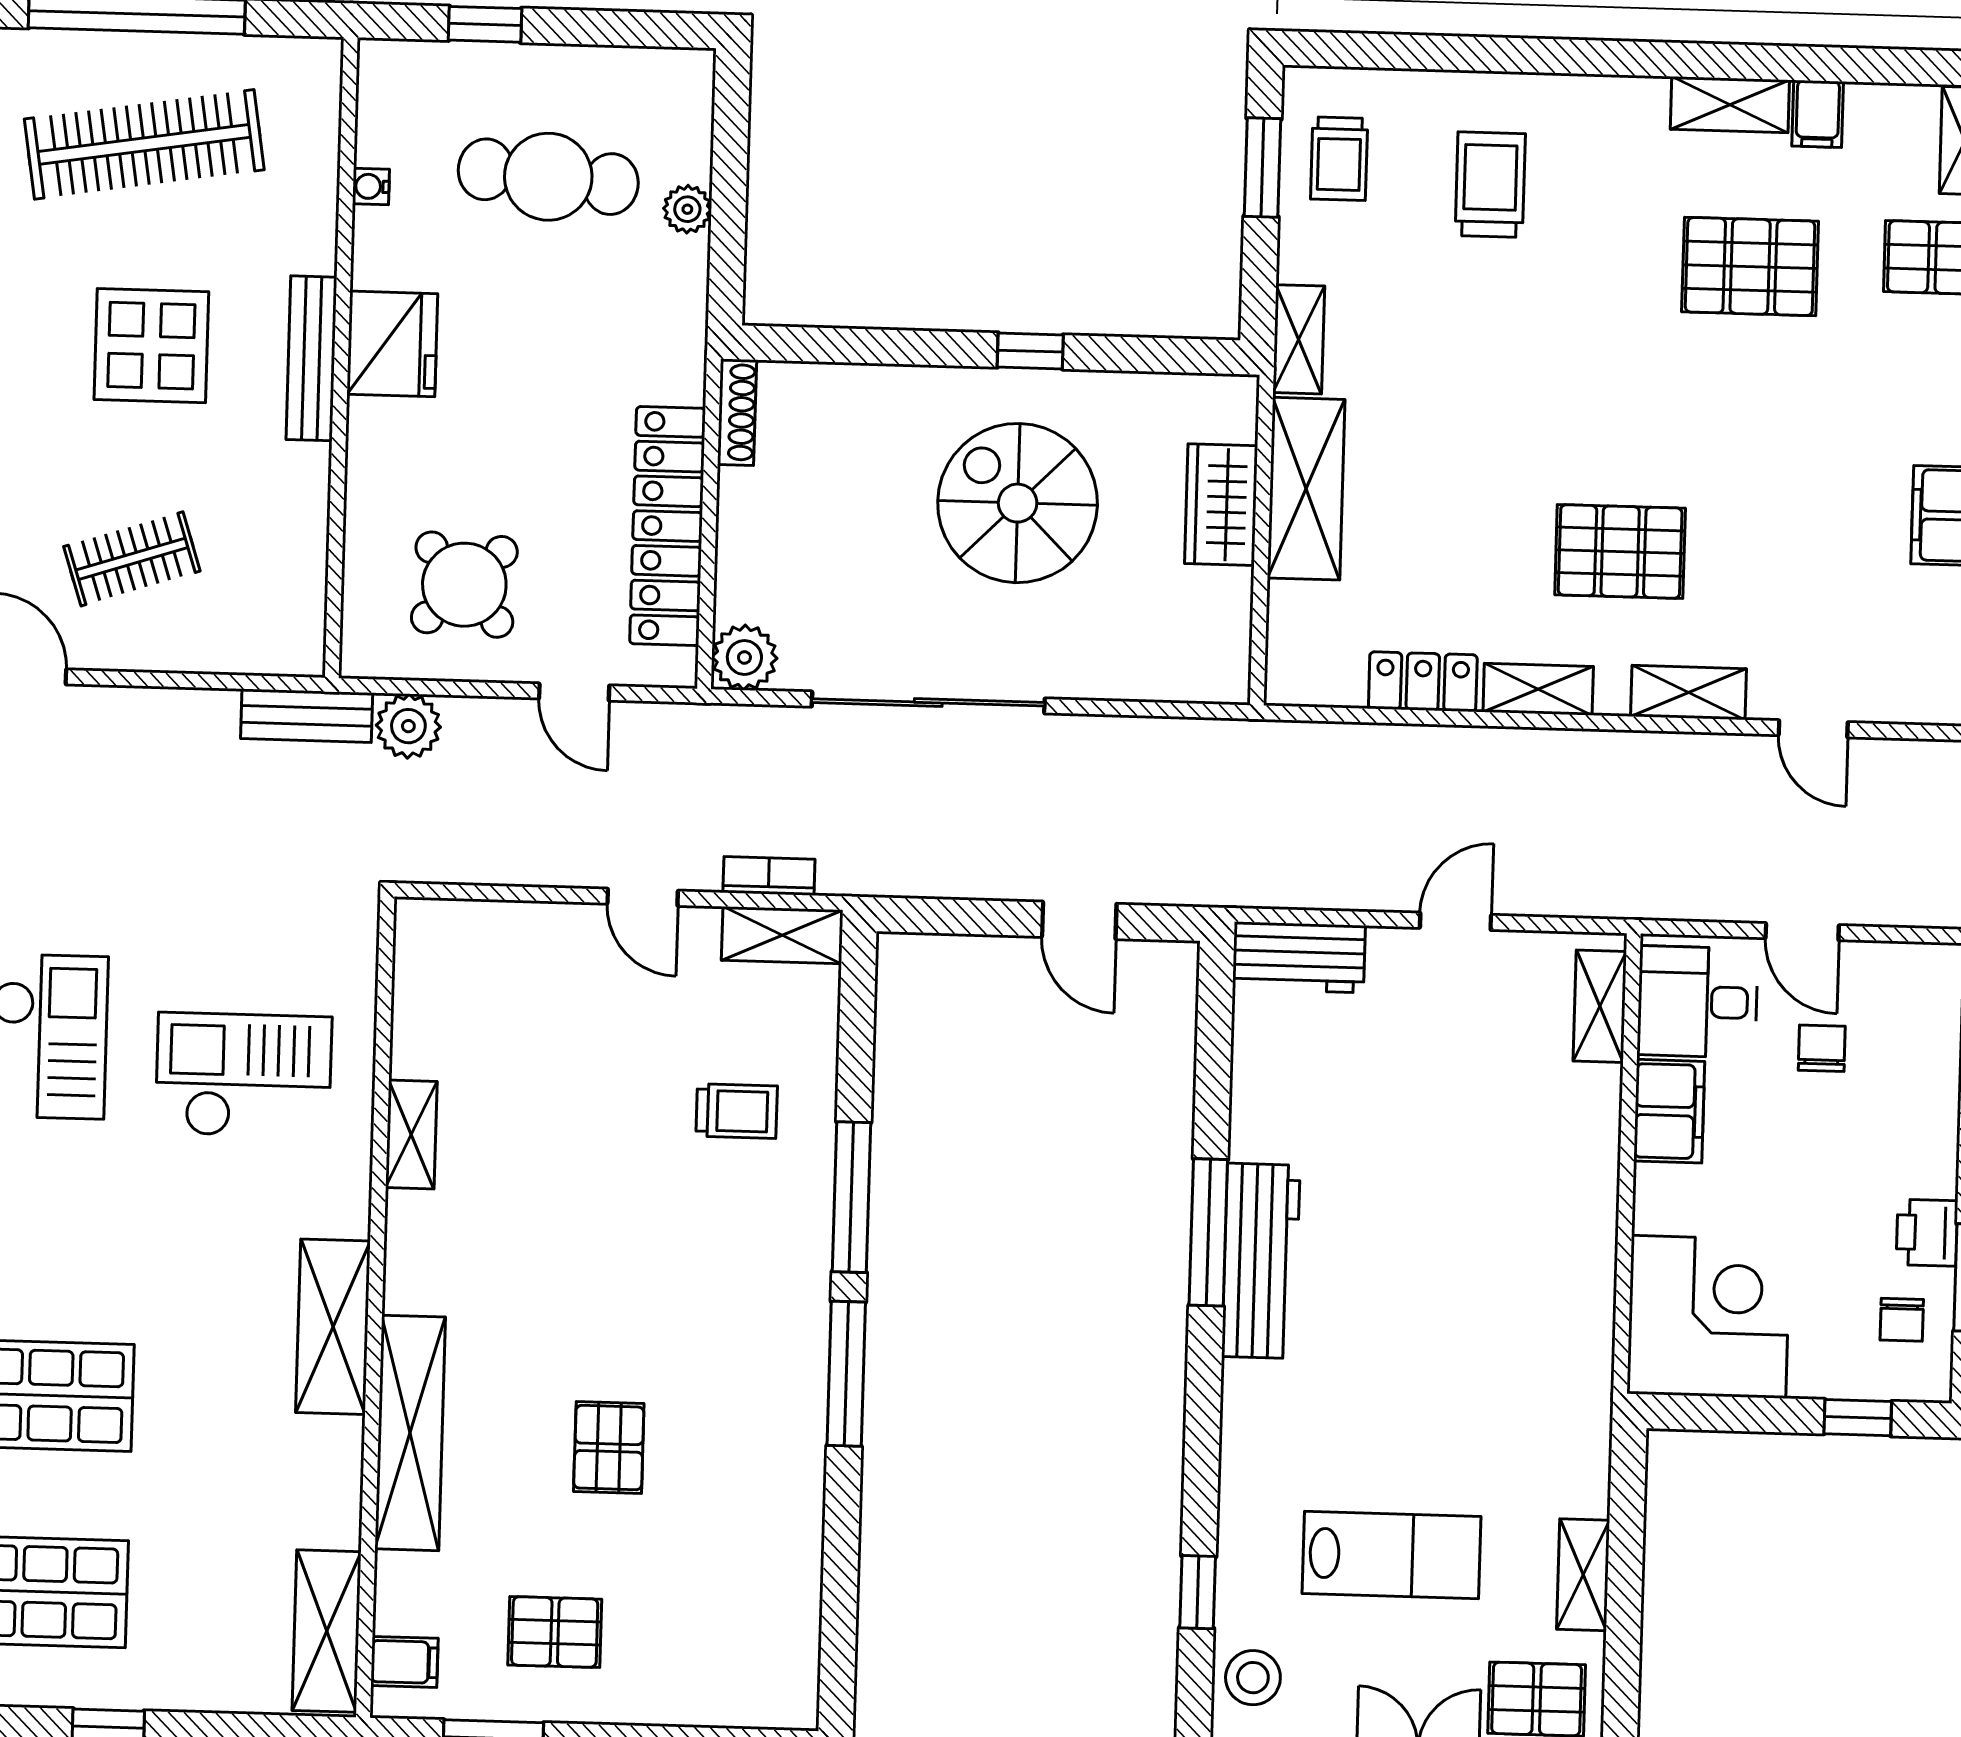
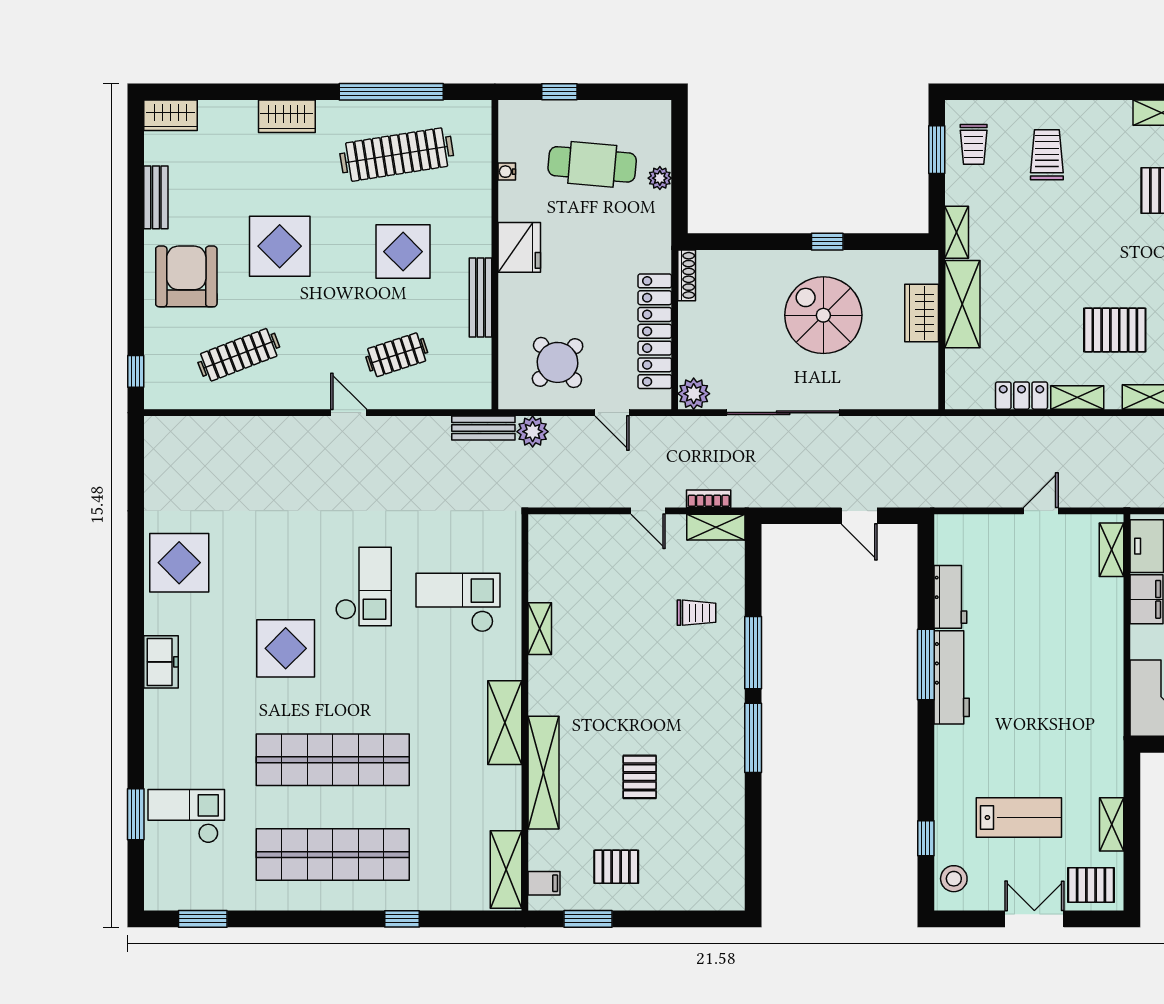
bench: (311, 358) -> (480, 297), moved
workbench: (1299, 957) -> (950, 597), moved, turned -90

